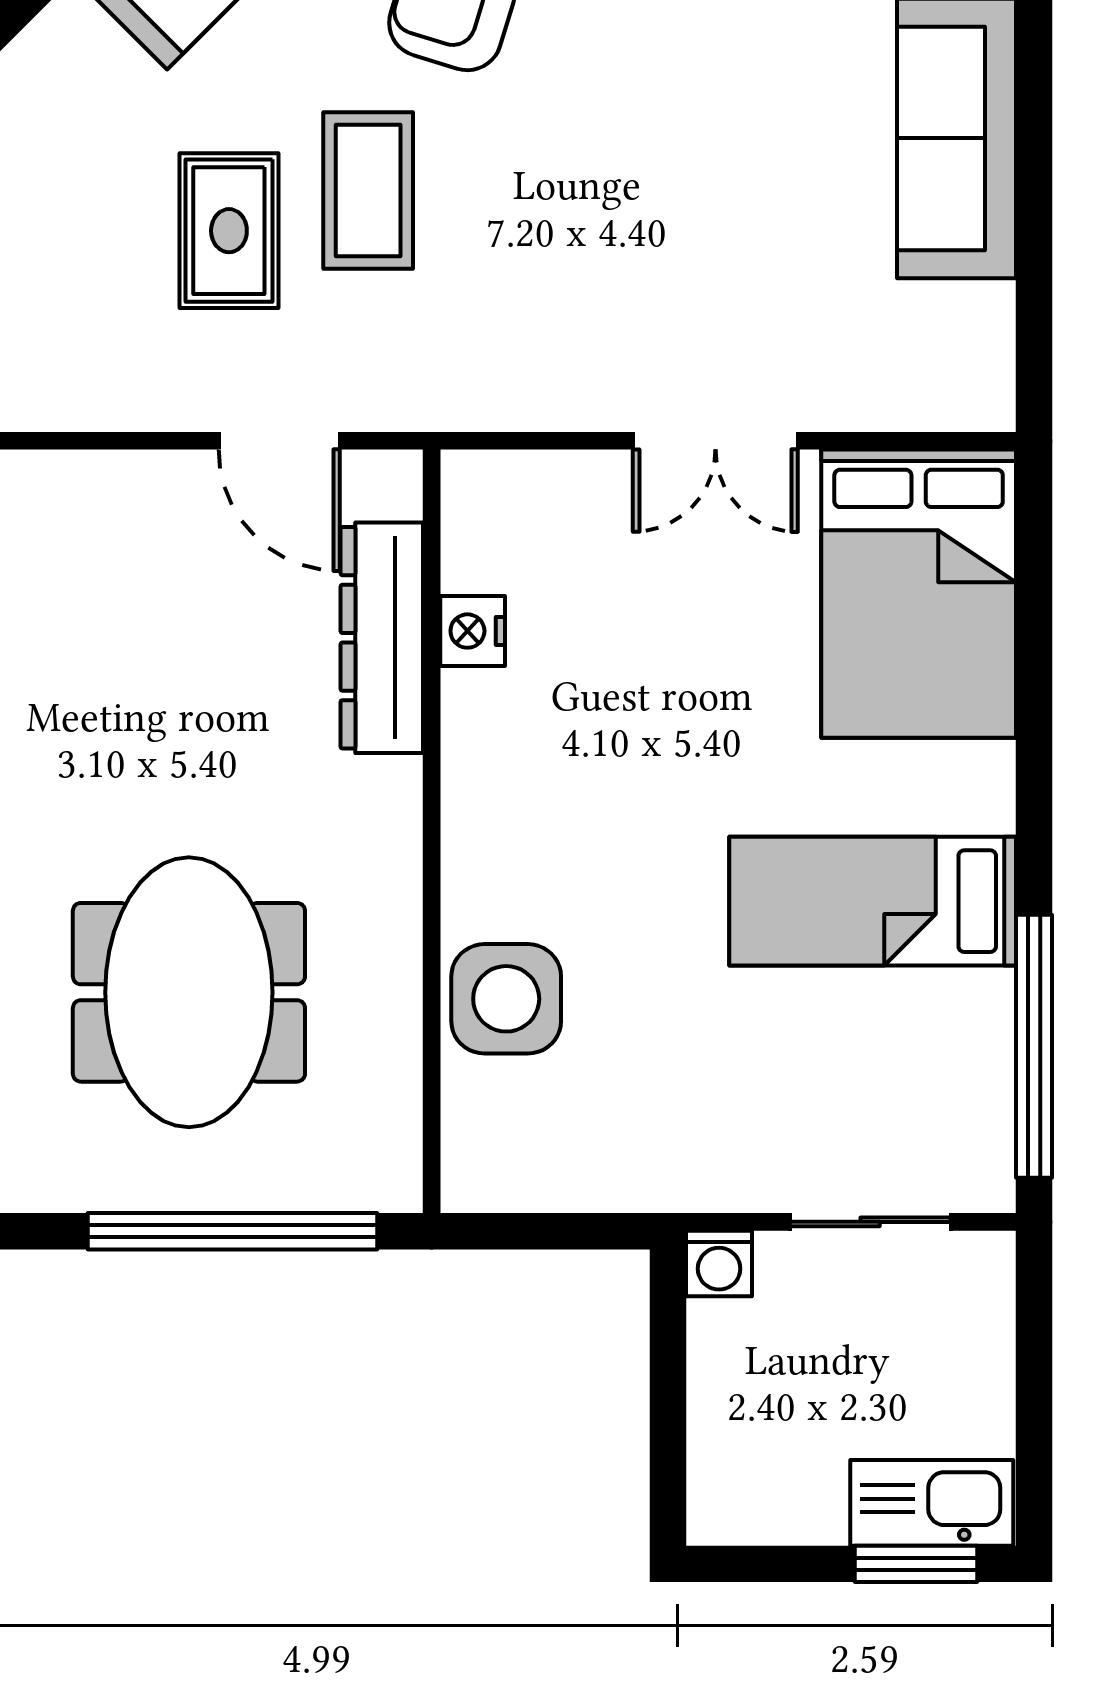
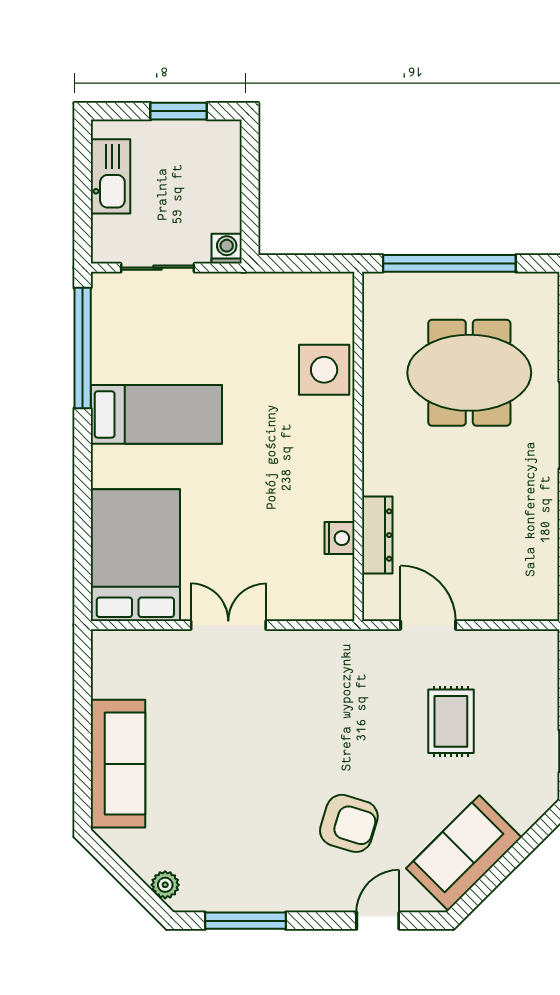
coffee table: (368, 191) -> (387, 740), removed
dresser: (382, 638) -> (377, 535), width x0.73, depth x0.80
meeting table: (189, 992) -> (469, 373), turned 90
kitchen sink: (932, 1503) -> (110, 176), moved, turned -90
window: (916, 1564) -> (179, 111), moved

